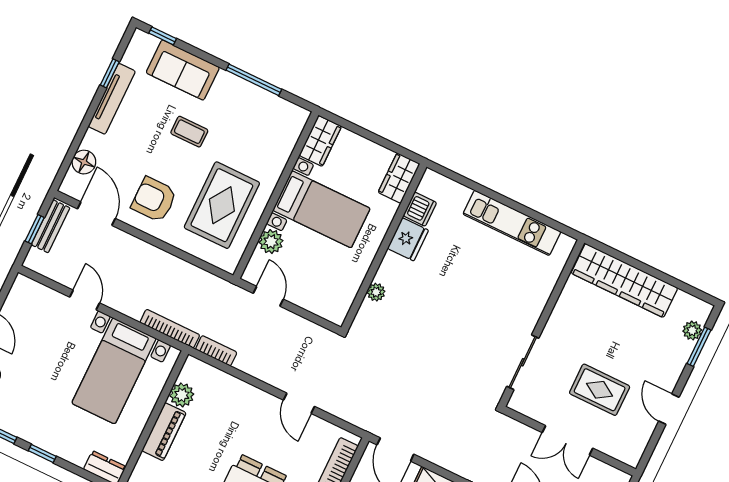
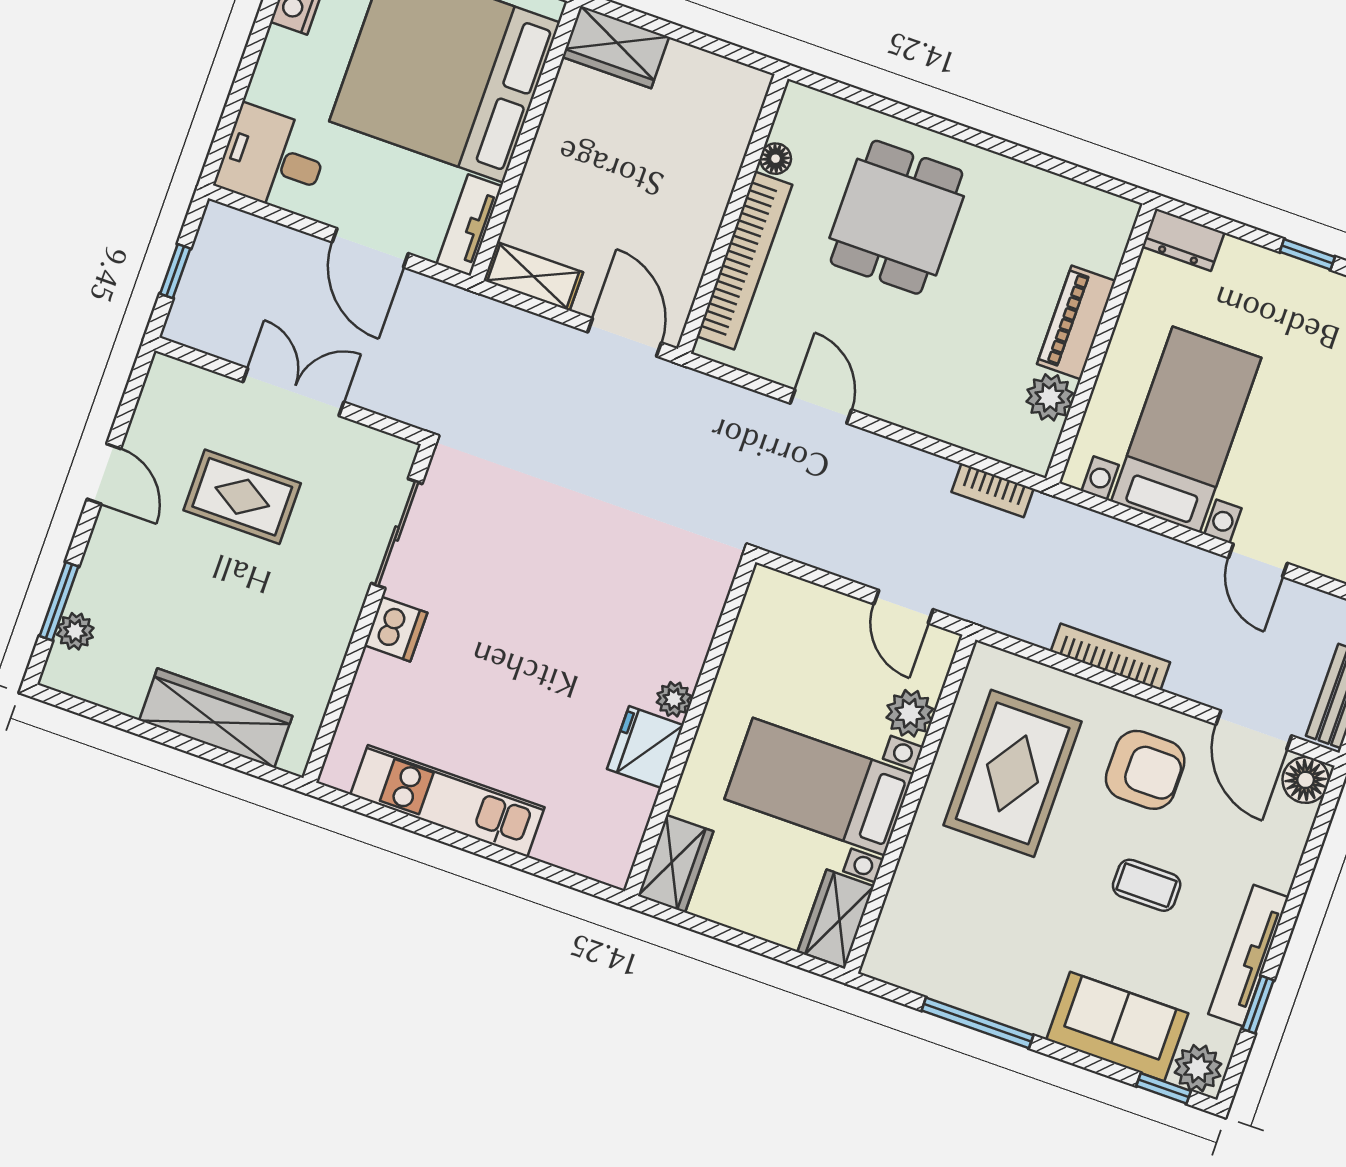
plant: (144, 44) -> (1198, 1068), added
coffee table: (189, 132) -> (1147, 885), moved
floor lamp: (84, 162) -> (1306, 780), moved
dishwasher: (420, 209) -> (396, 629), moved, turned 180
wardrobe: (624, 280) -> (216, 718), width x0.71, depth x0.85
plant: (376, 292) -> (674, 699), moved
bookcase: (170, 329) -> (1110, 657), moved, turned 180

